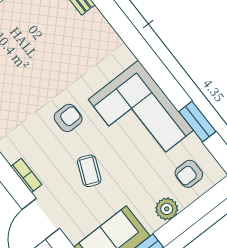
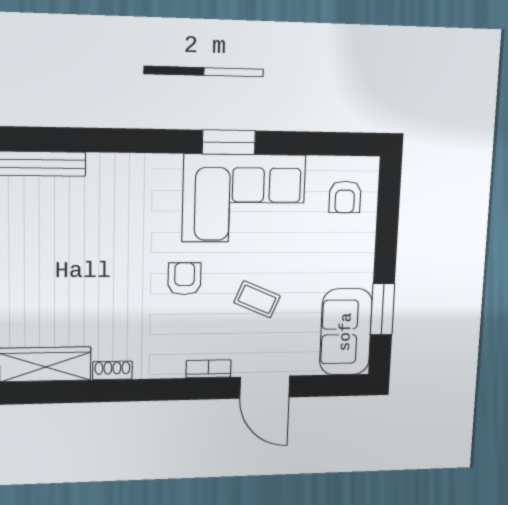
window: (197, 122) -> (229, 142), moved
plant: (167, 209) -> (360, 249), removed

